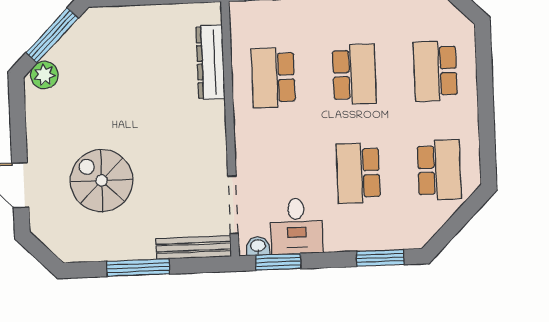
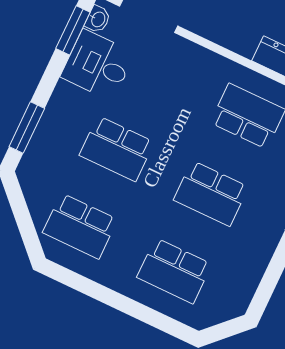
school desk: (435, 71) -> (174, 271), turned 180
school desk: (358, 173) -> (117, 149), turned 180

